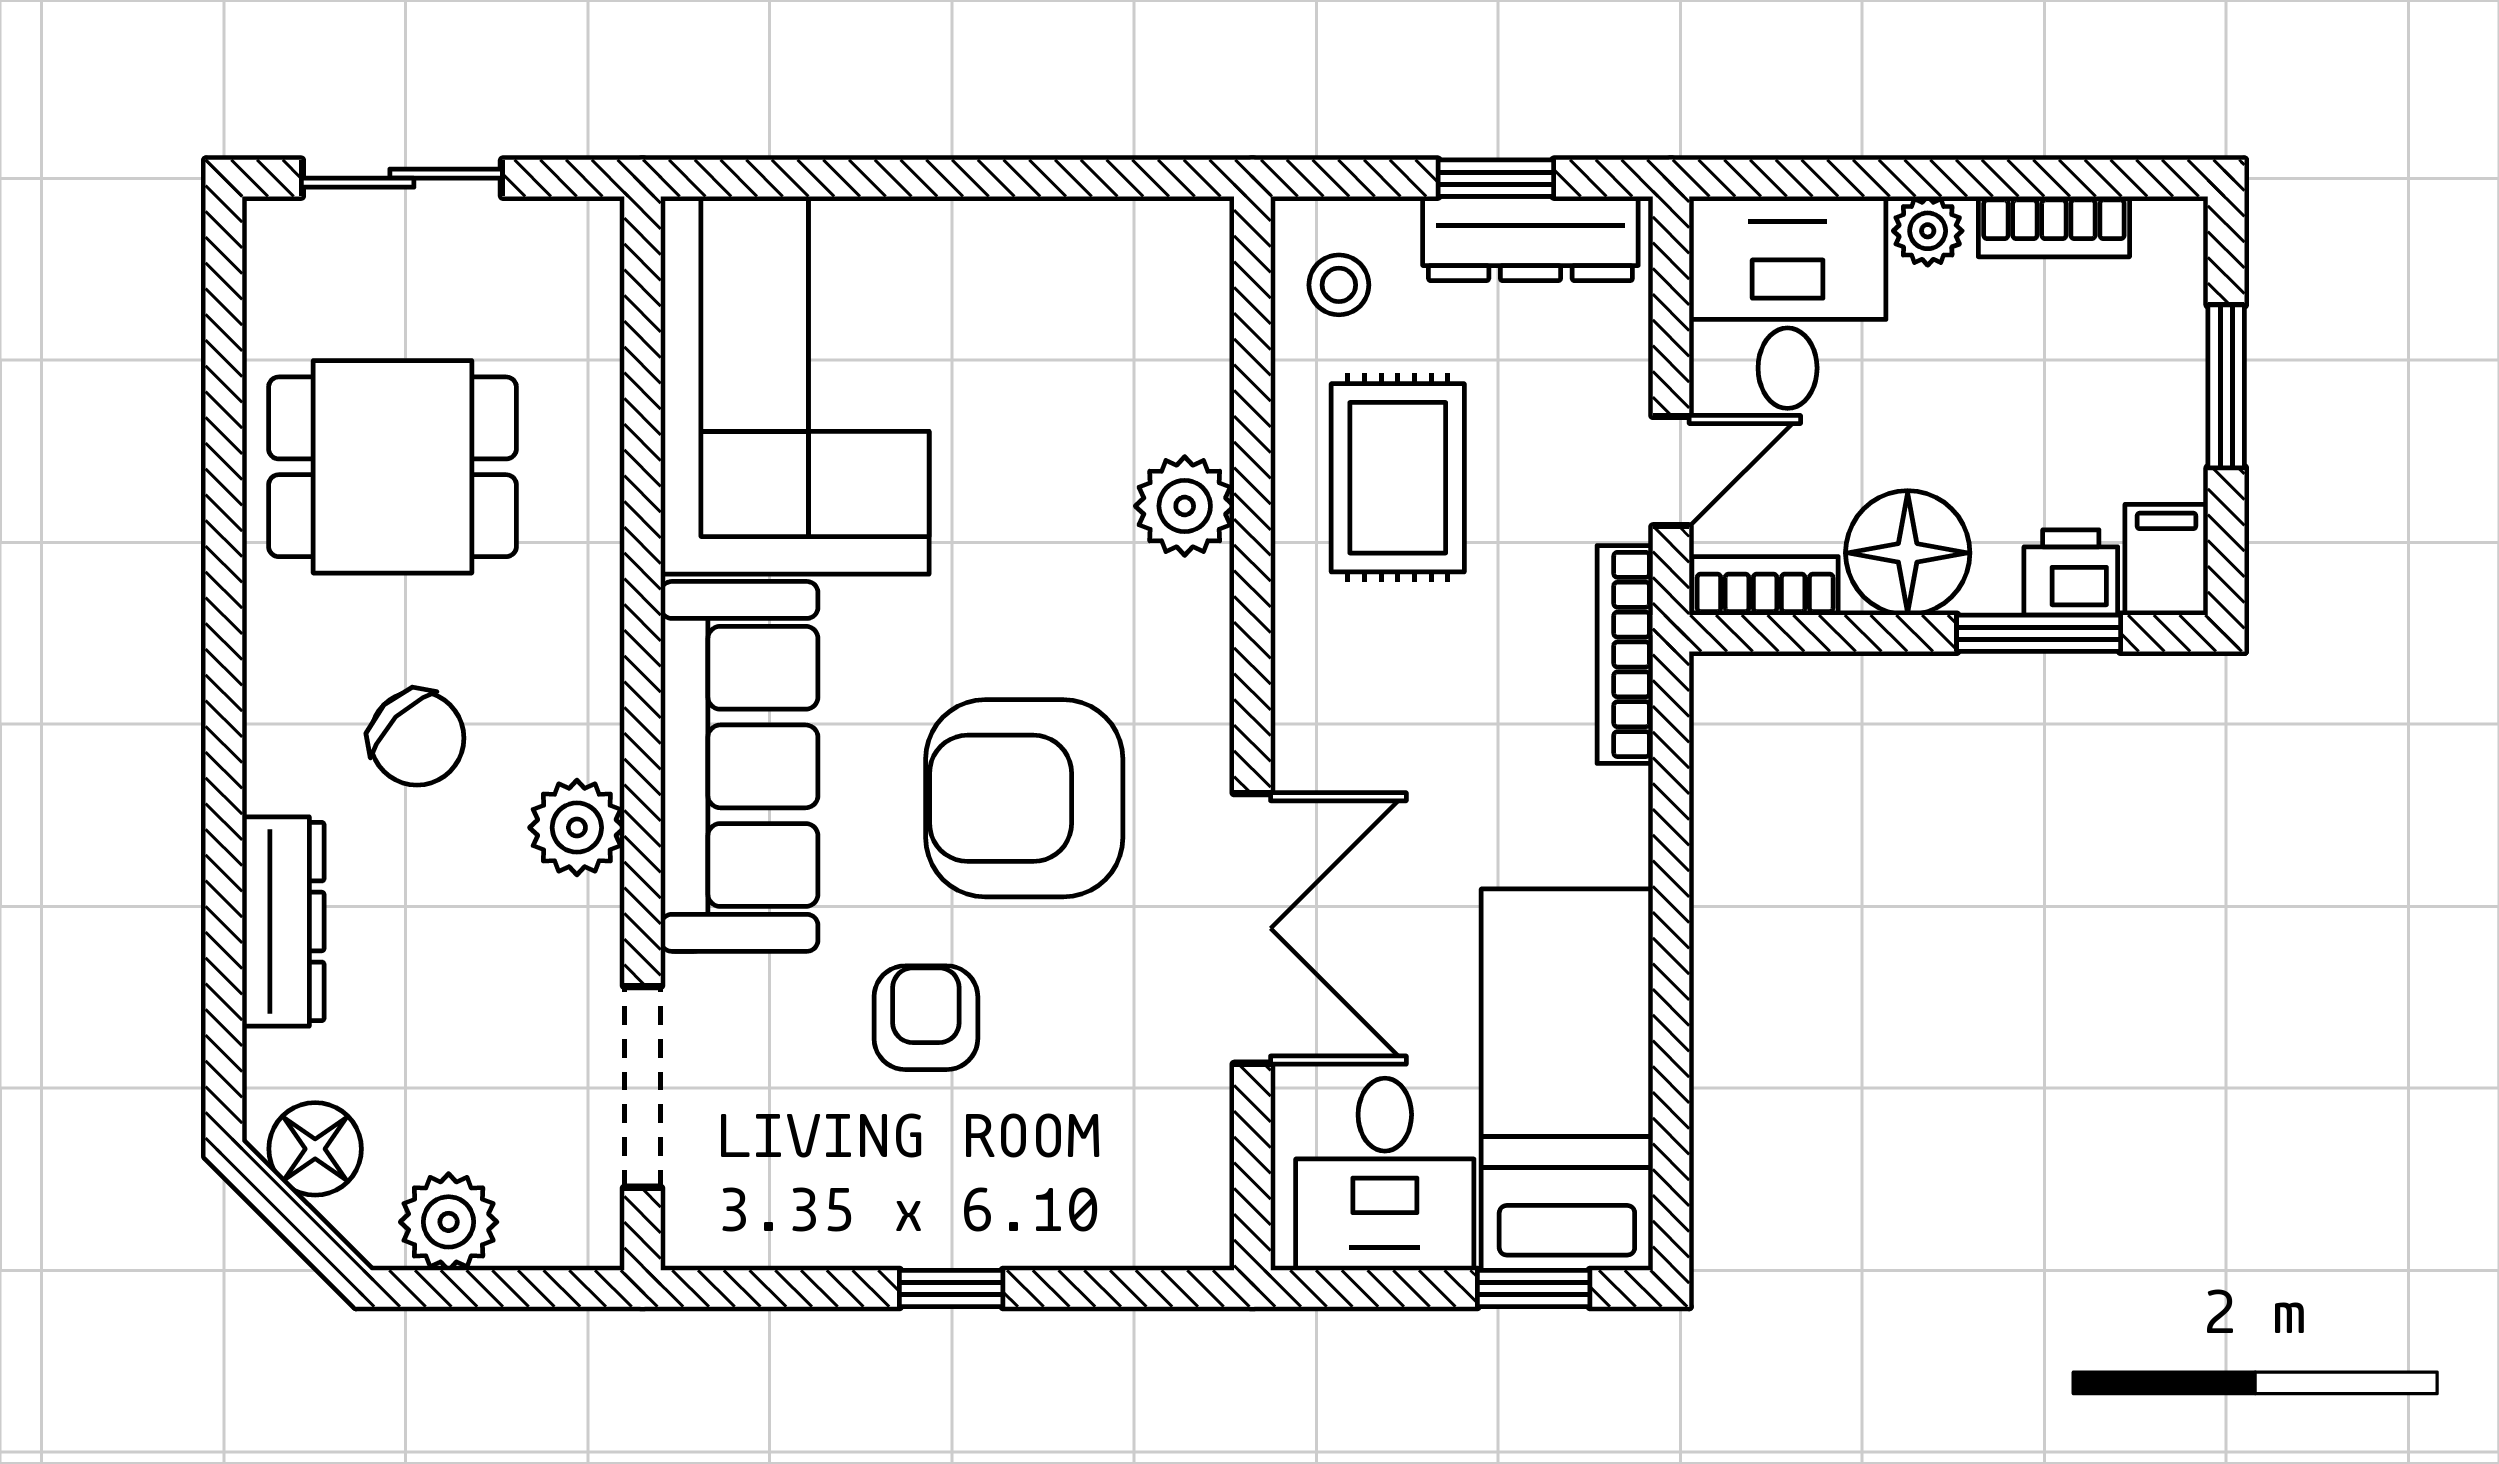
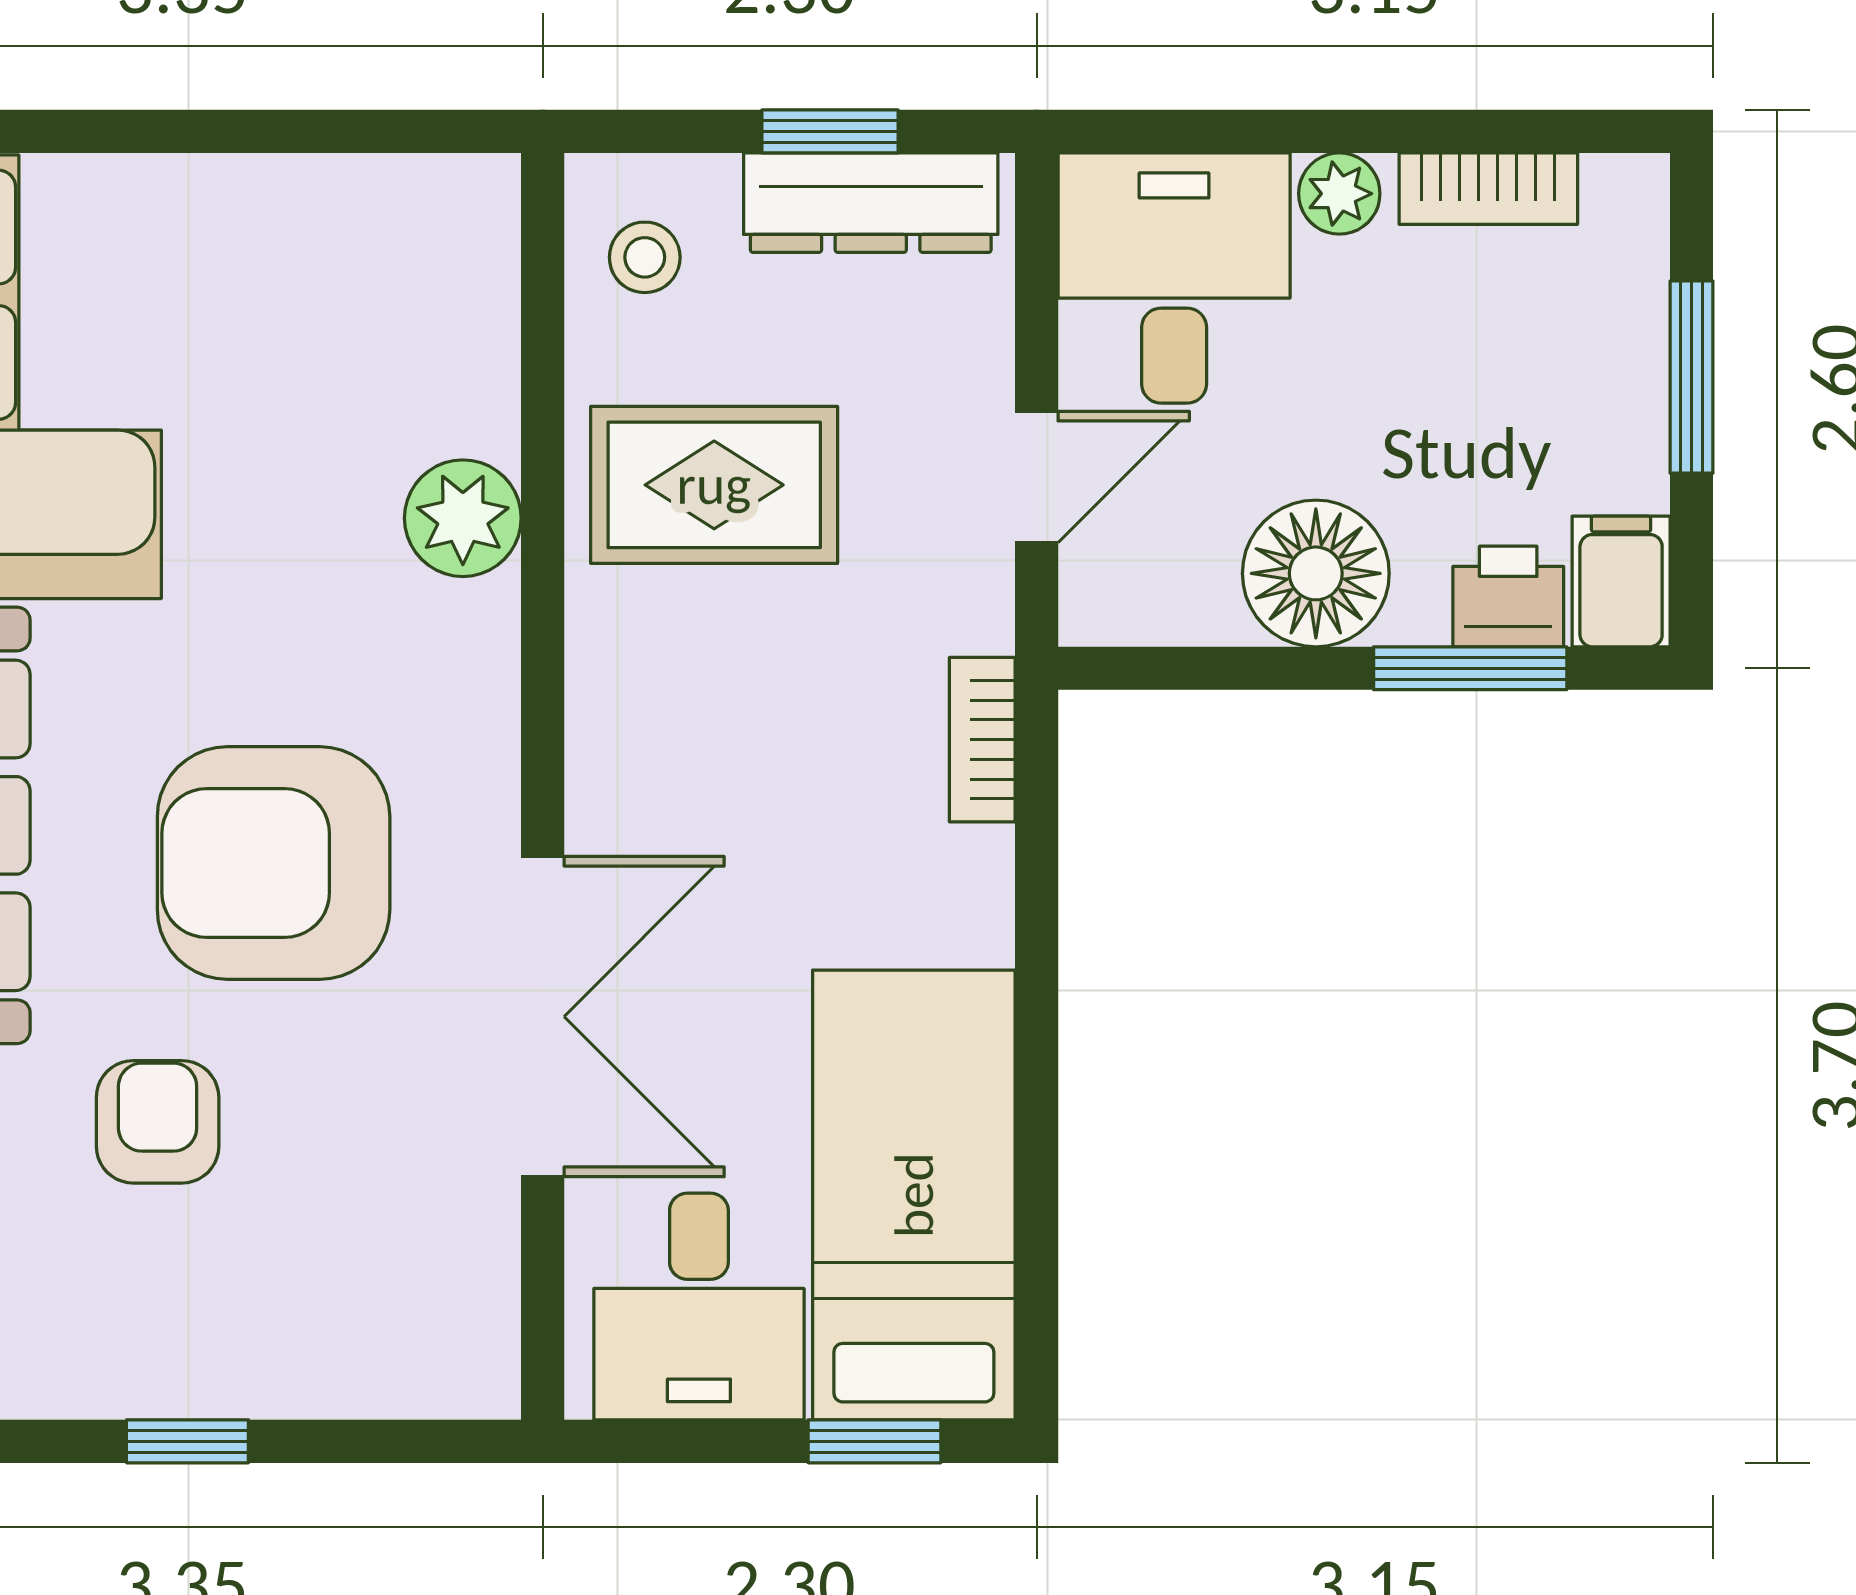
rug: (1398, 478) -> (714, 485), turned 90
bookcase: (1765, 586) -> (1148, 612), removed
bookcase: (1625, 654) -> (982, 740), width x0.64

